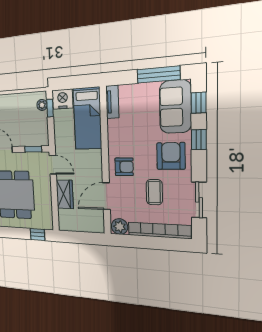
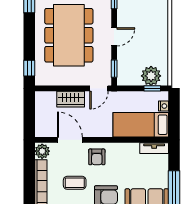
nightstand: (63, 99) -> (164, 106), width x0.53, depth x0.56
plant: (42, 105) -> (151, 76), width x1.87, depth x1.87

